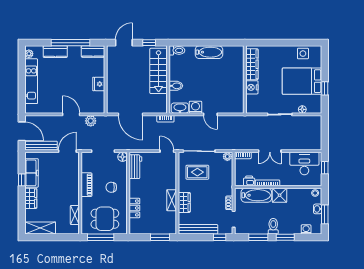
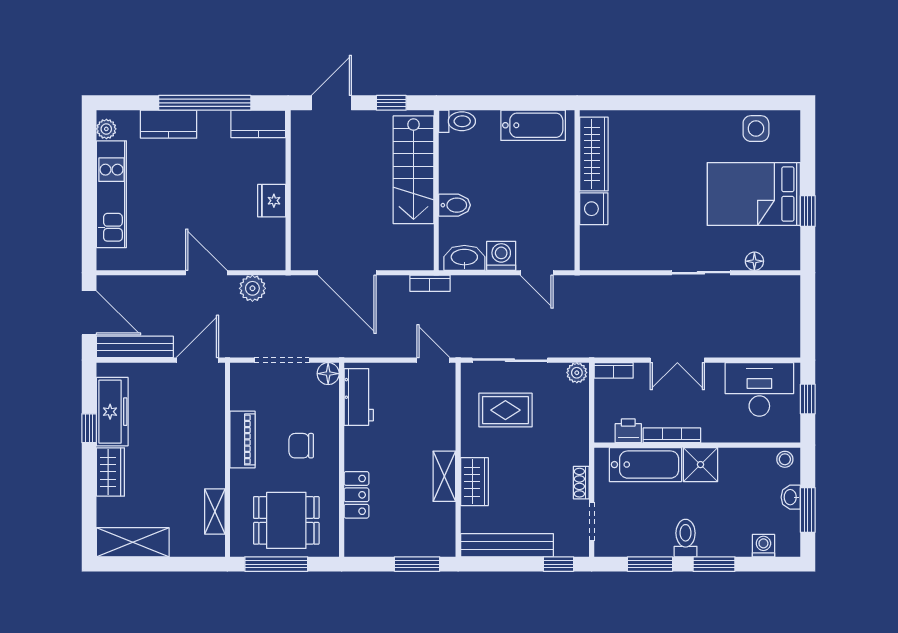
wardrobe: (252, 64) -> (594, 154), moved
wall: (245, 80) -> (577, 190), moved
nightstand: (252, 87) -> (594, 209), moved

